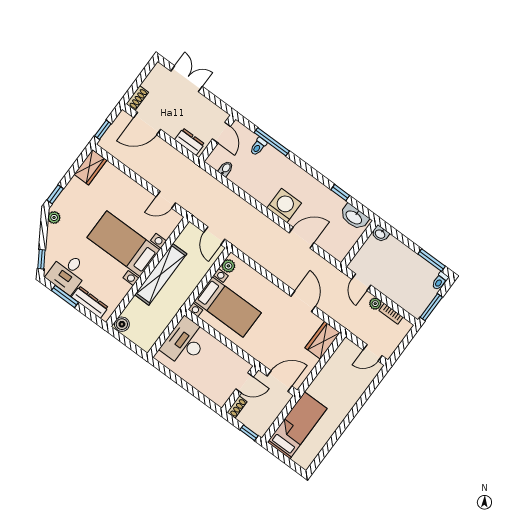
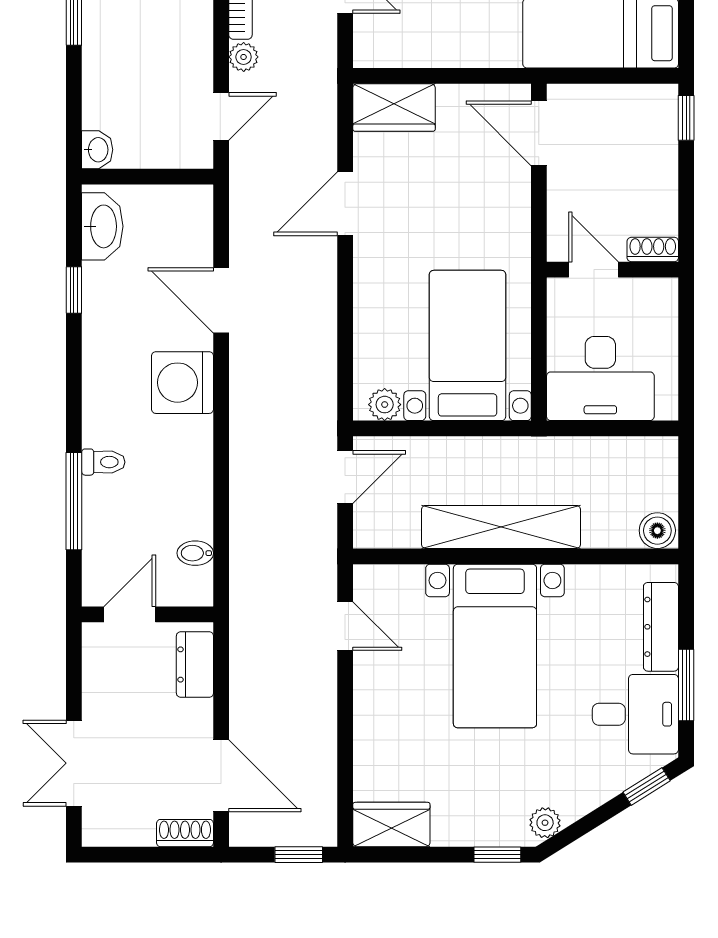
toilet: (258, 147) -> (103, 462), moved
door: (245, 383) -> (593, 270), moved
wall: (240, 389) -> (612, 270), moved
shoe rack: (237, 407) -> (653, 249), moved

